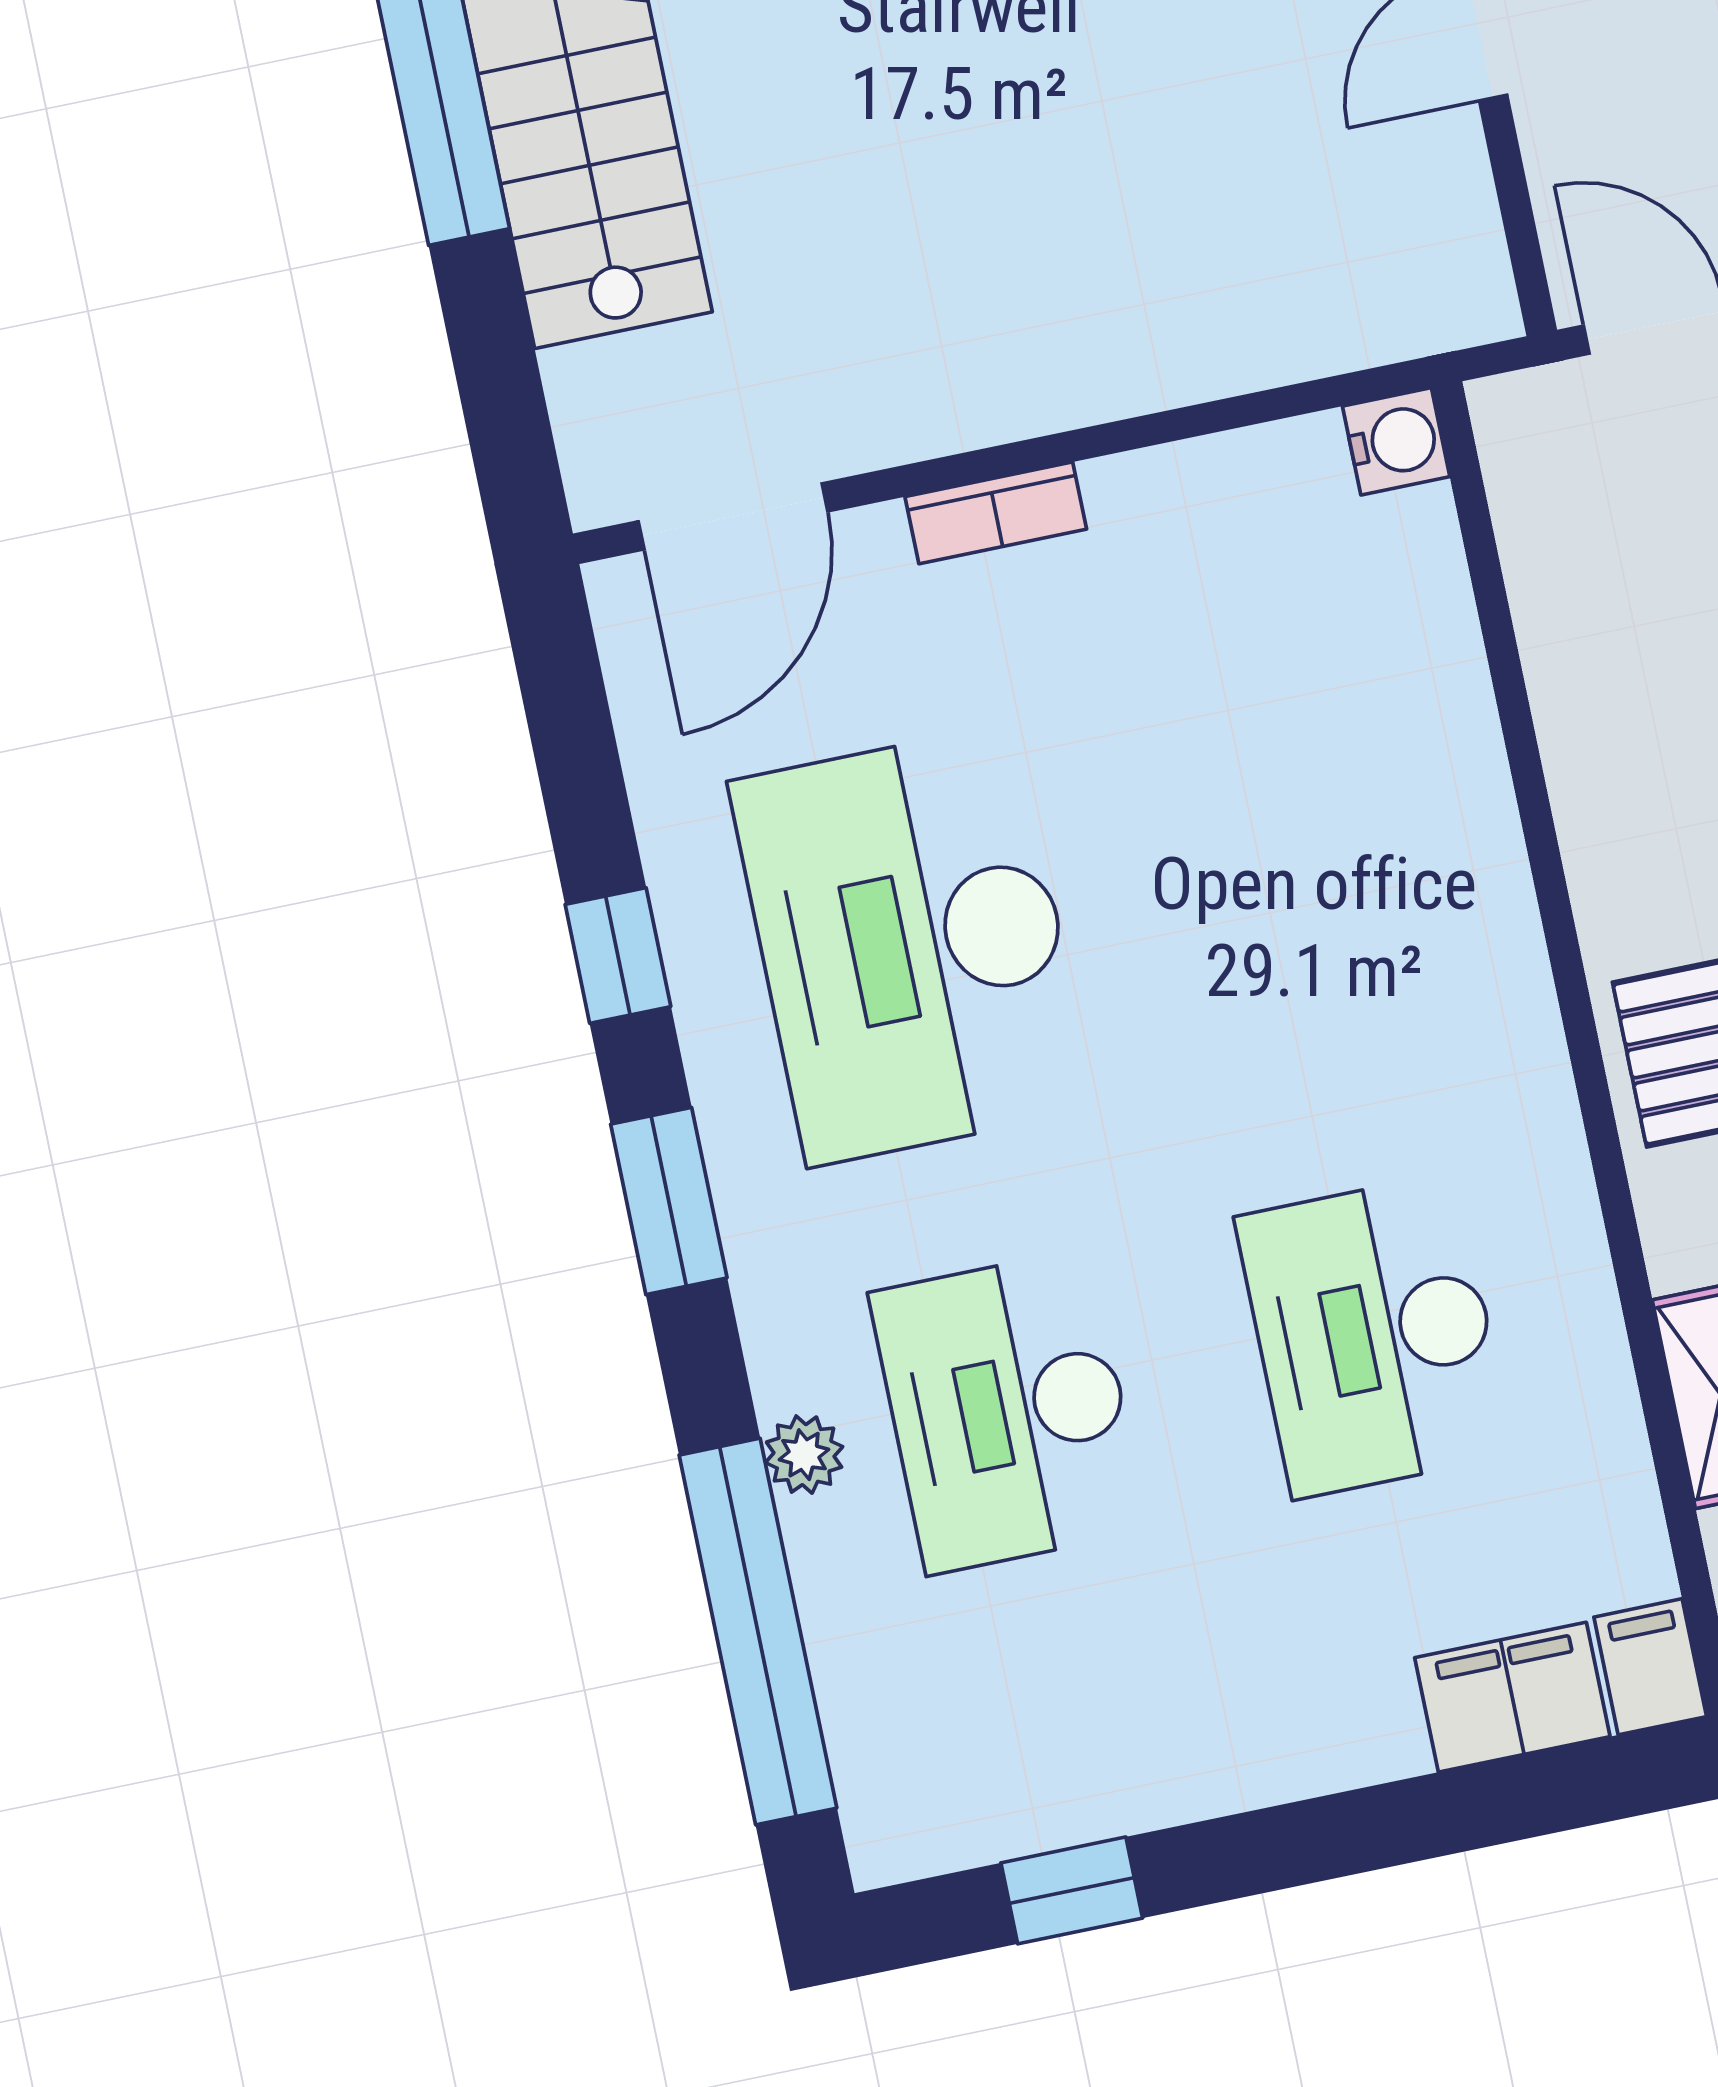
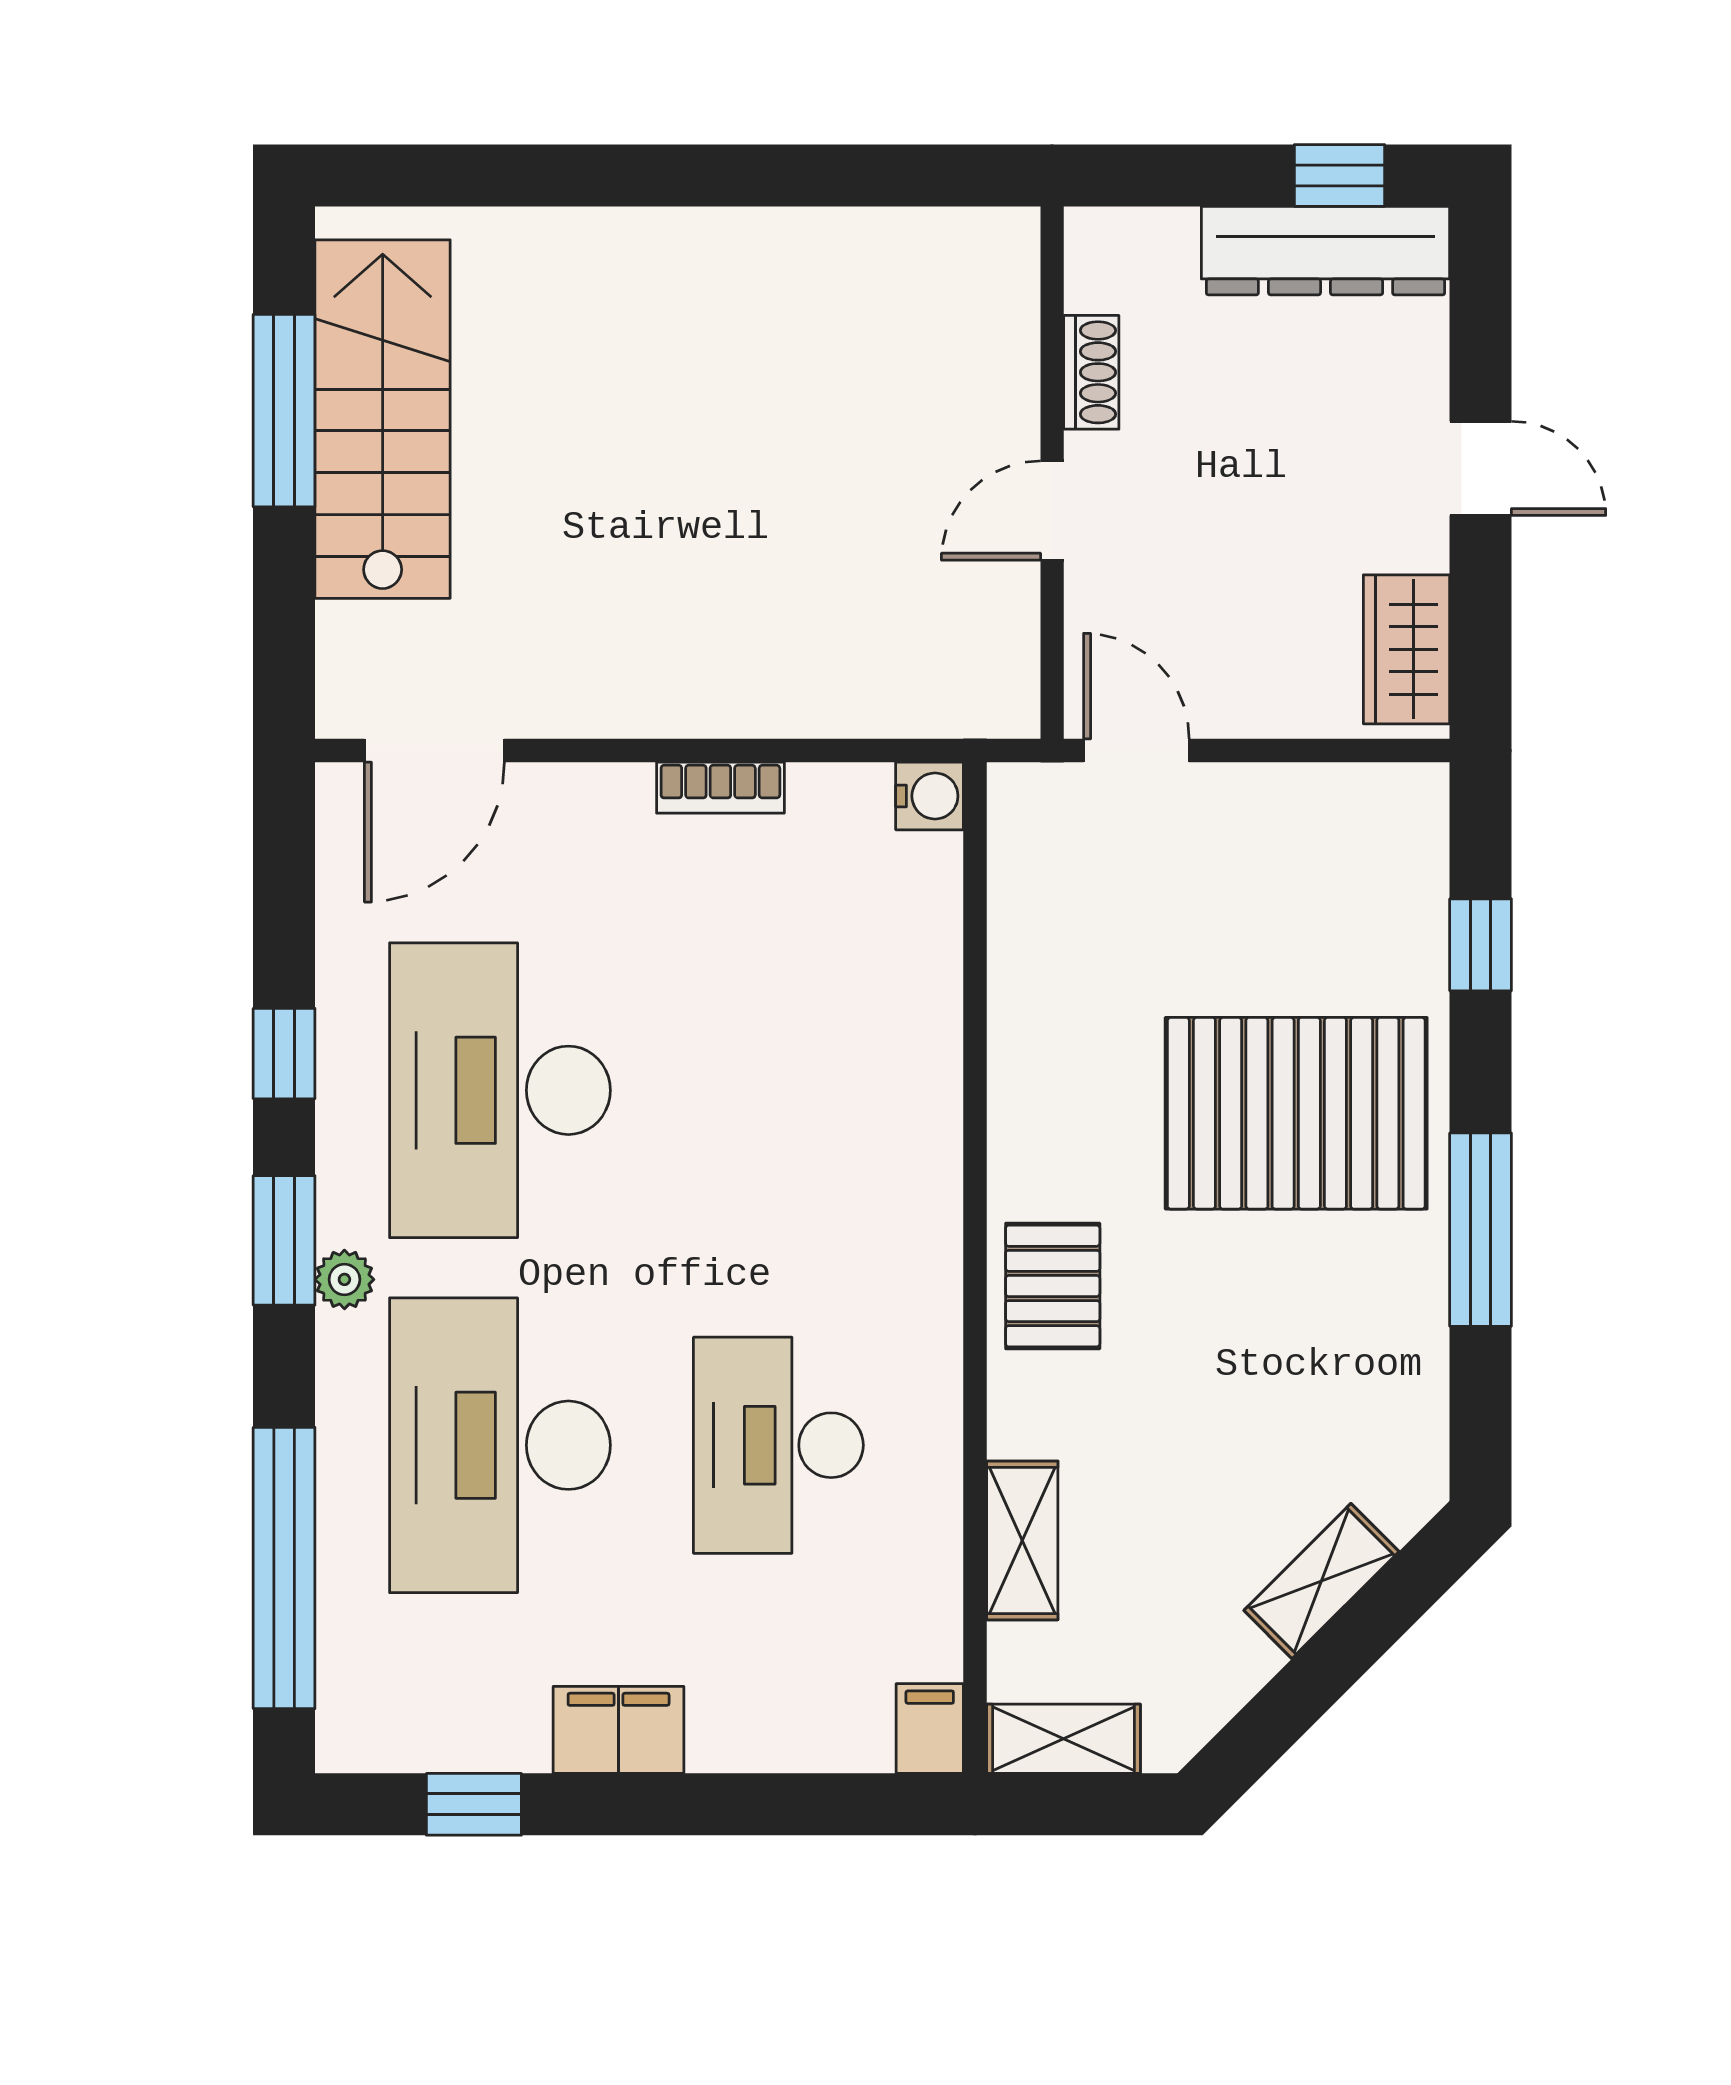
bookcase: (996, 513) -> (720, 788), moved
desk: (1008, 1412) -> (500, 1445), width x1.36, depth x1.30
plant: (804, 1455) -> (344, 1279), moved
filing cabinet: (1512, 1697) -> (619, 1730), moved

